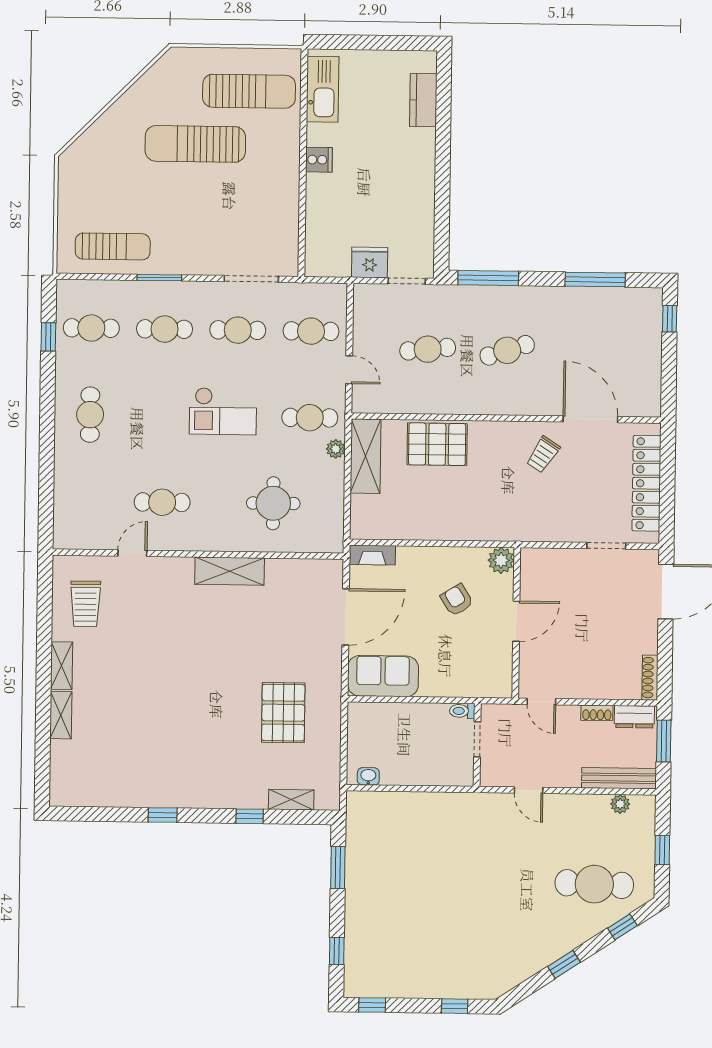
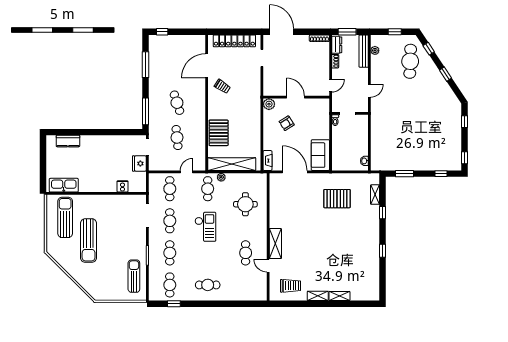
cooker: (319, 160) -> (122, 186), moved
shelving: (366, 456) -> (232, 164), width x1.47
shelving: (230, 571) -> (275, 244), moved

